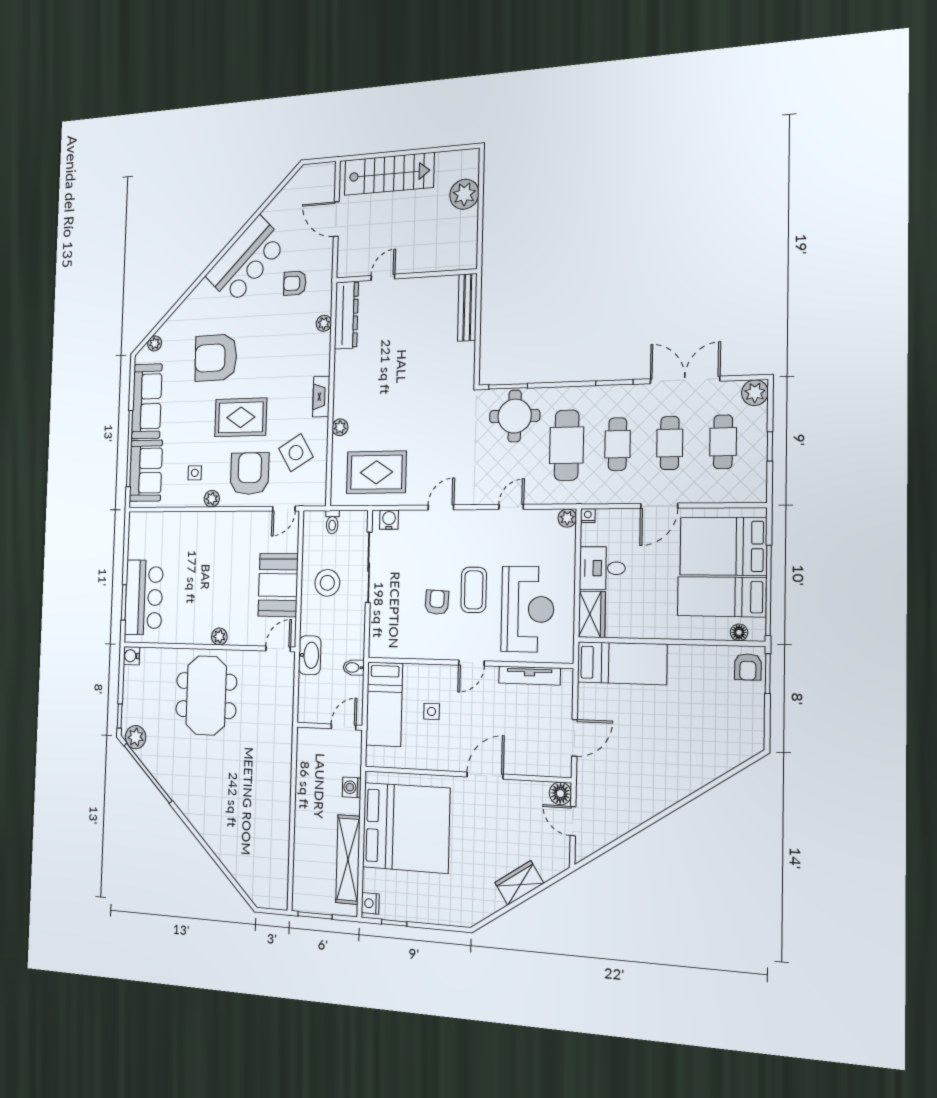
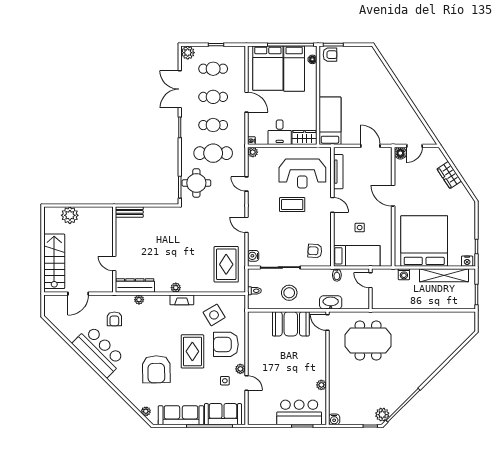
bench: (467, 307) -> (129, 212), width x0.73
plant: (340, 427) -> (176, 288), moved
door: (284, 509) -> (247, 383), moved
armchair: (437, 602) -> (315, 251), moved
reception desk: (527, 609) -> (302, 173), turned 180
plant: (219, 637) -> (321, 385), moved
meeting table: (206, 695) -> (368, 340), moved

